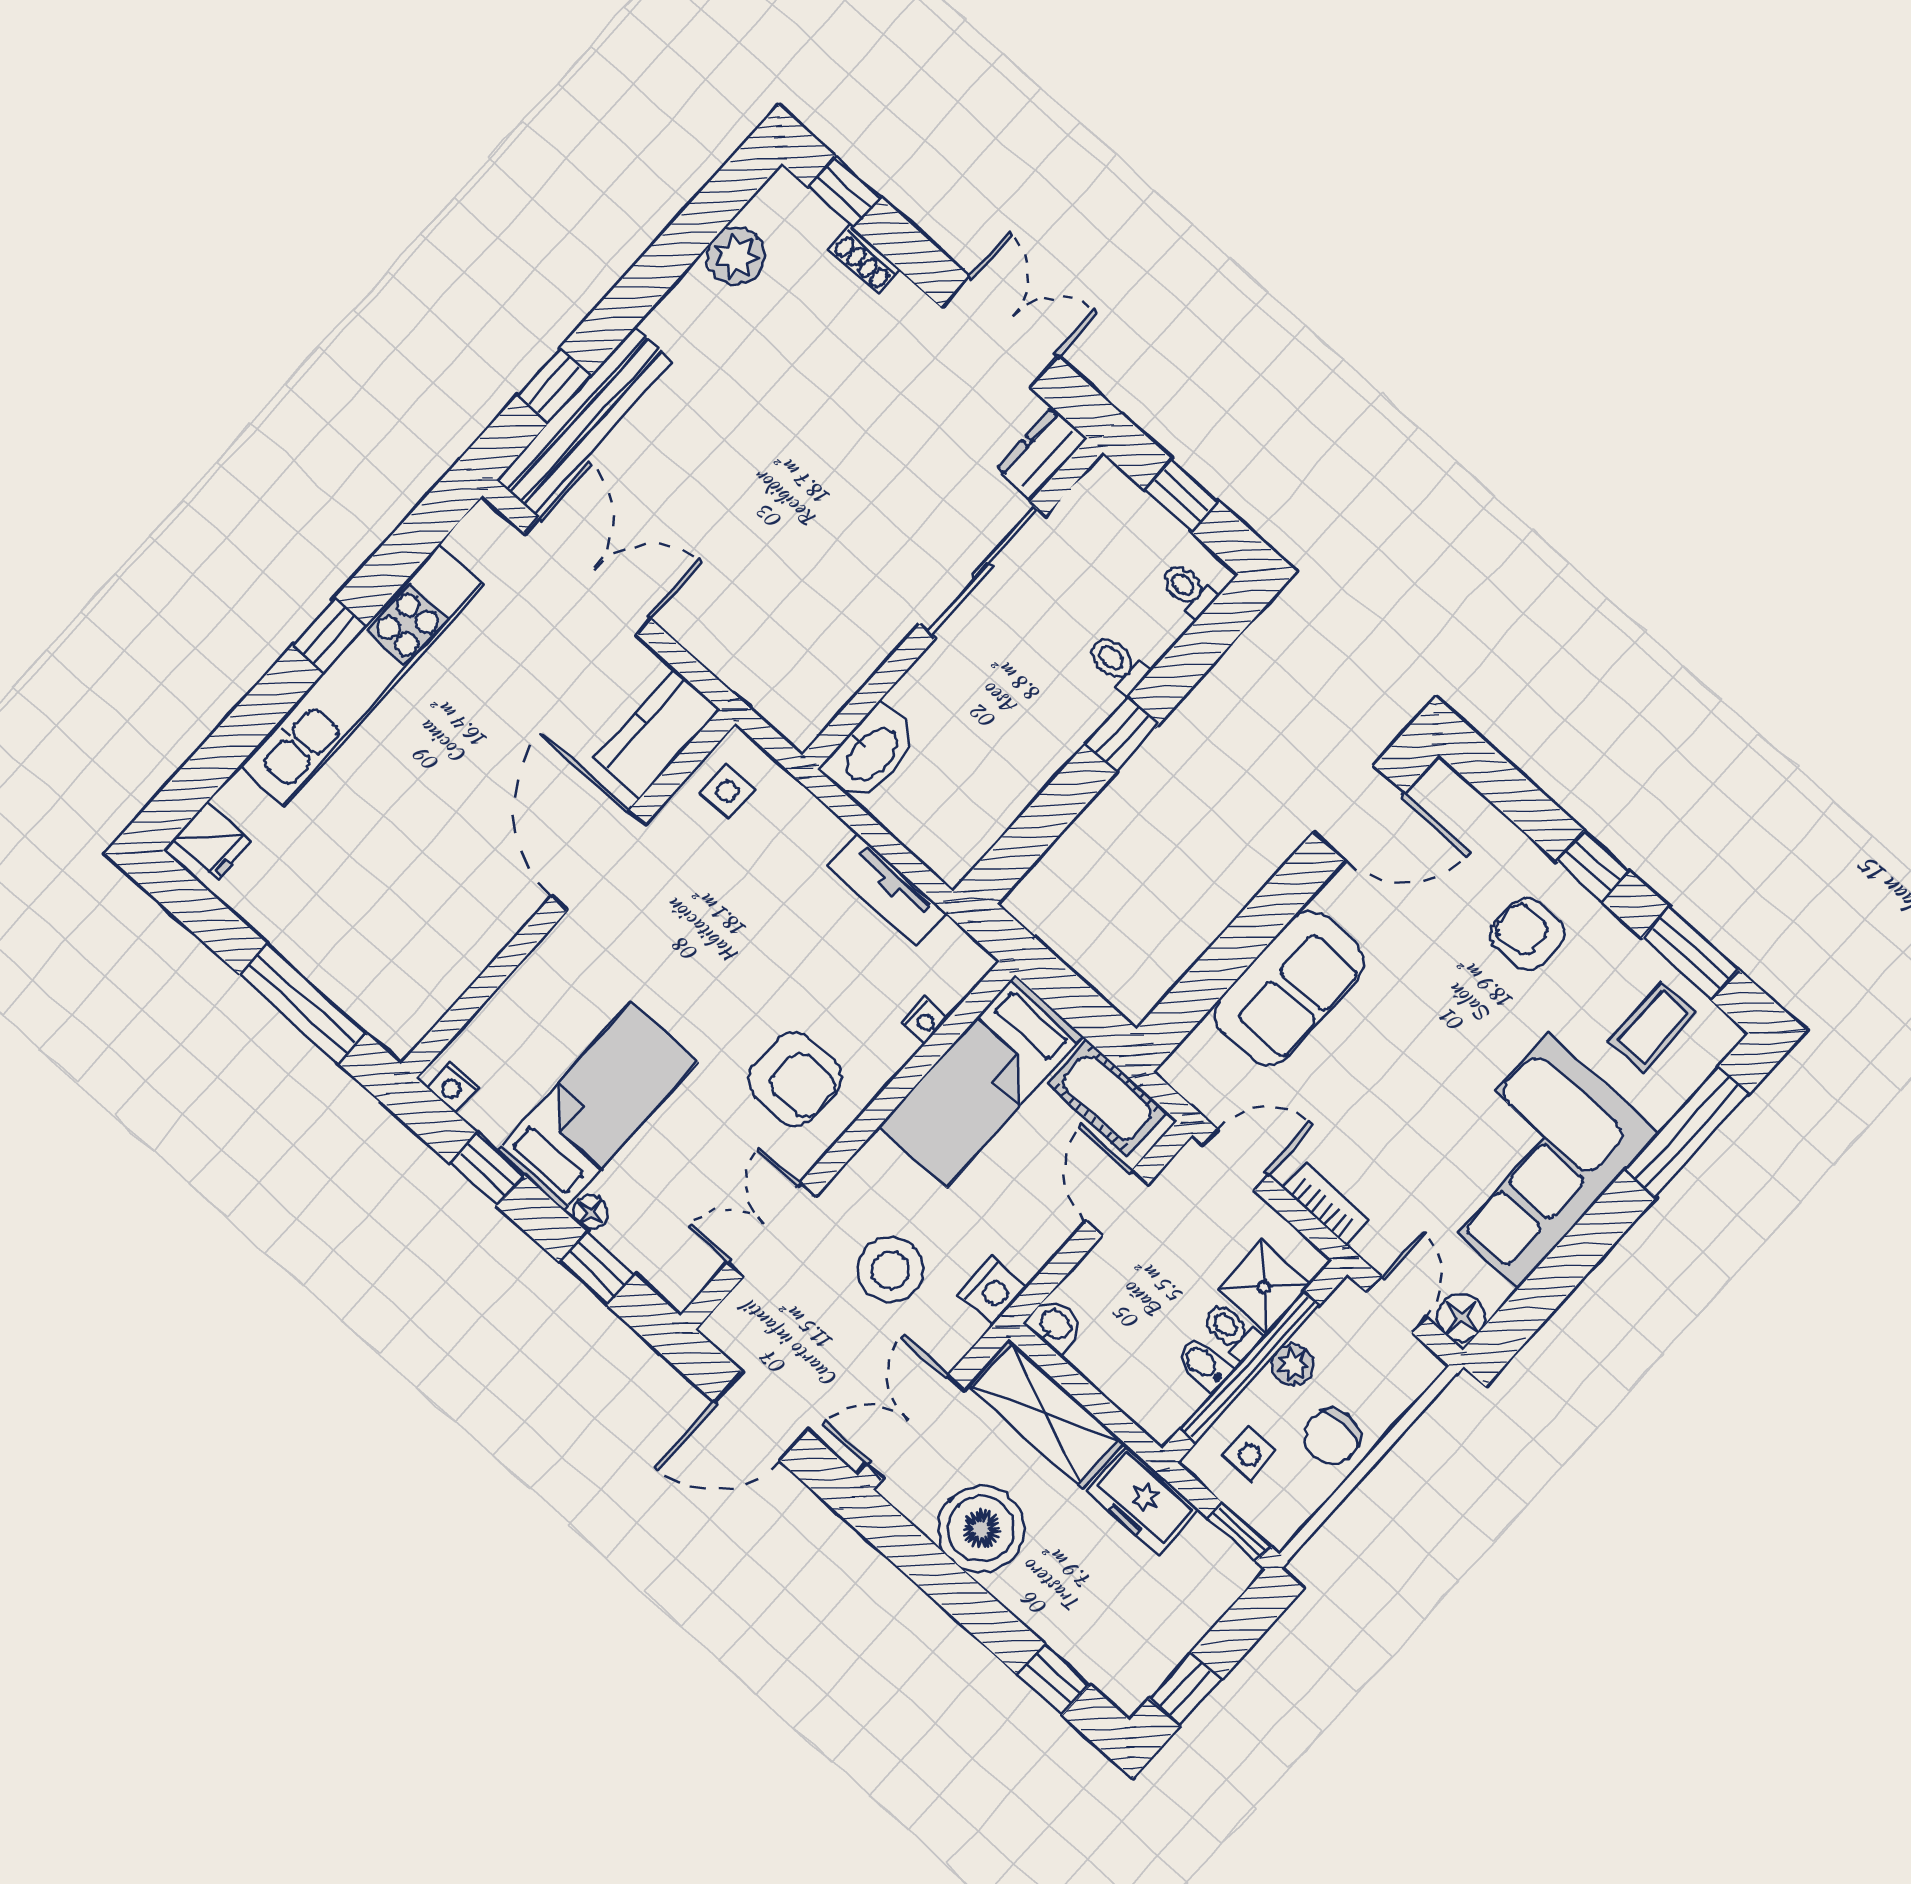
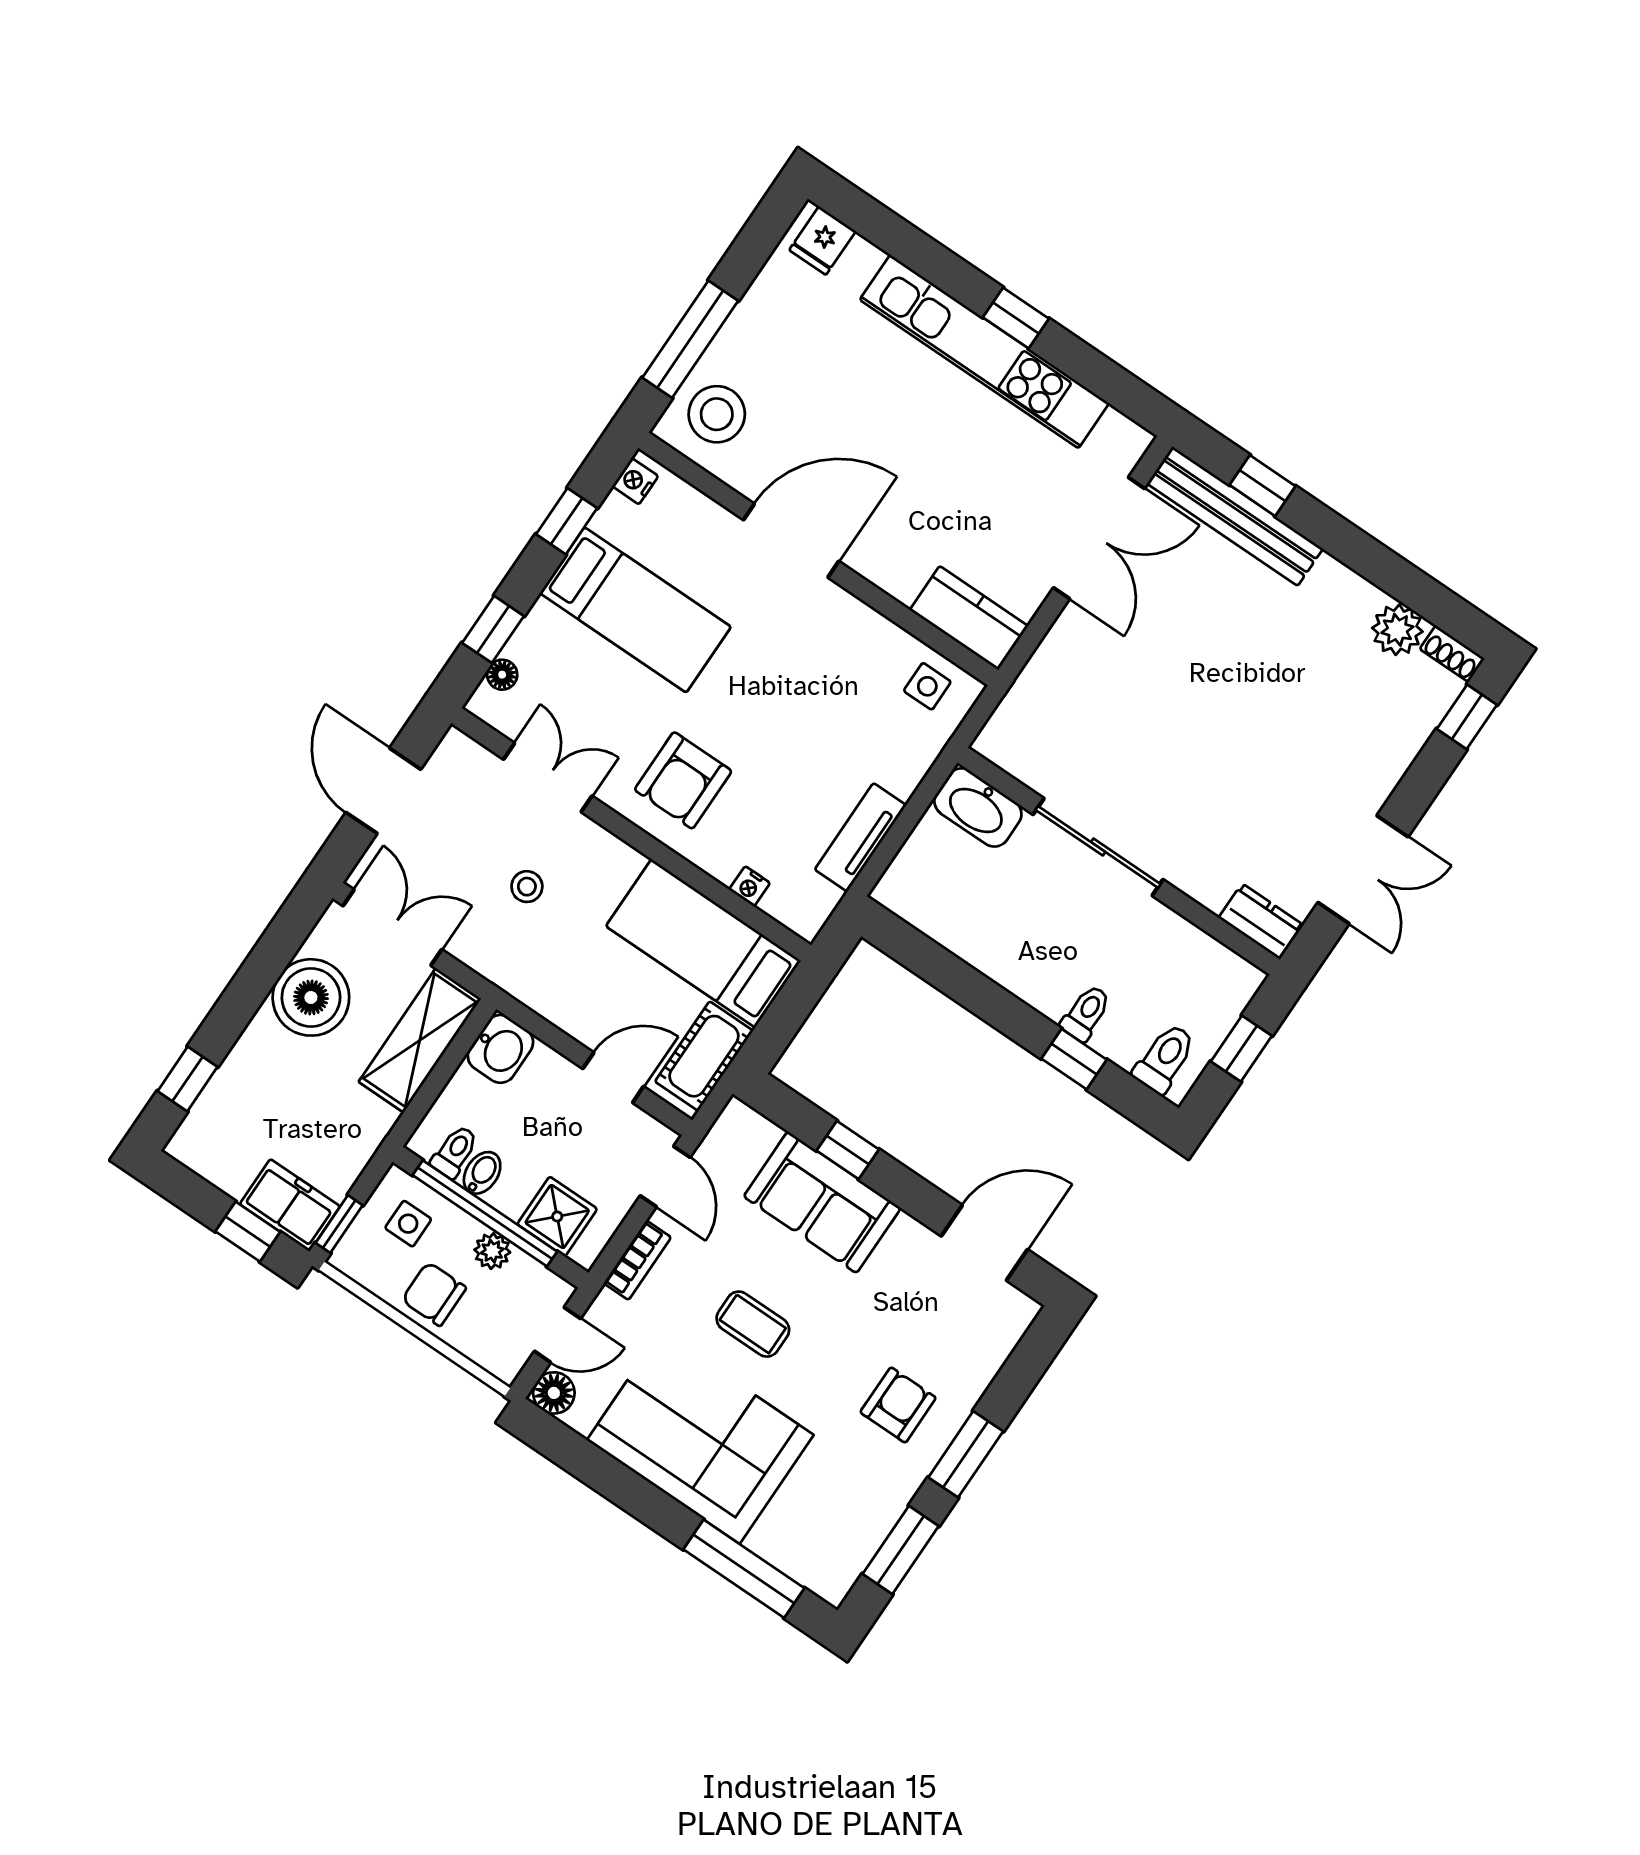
shoe rack: (865, 260) -> (1452, 654), moved, turned -90
sliding door: (982, 570) -> (1098, 847), moved
toilet: (1188, 590) -> (1165, 1058), width x1.37, depth x1.39
window: (1122, 734) -> (1074, 1059), moved
door: (1359, 813) -> (984, 1243), swing flipped
door: (598, 860) -> (791, 541), moved
window: (1593, 866) -> (966, 1454), width x1.50
window: (1234, 951) -> (848, 1150), added
stool: (391, 985) -> (717, 414), added
coffee table: (1653, 1027) -> (753, 1324), moved
floor lamp: (591, 1212) -> (502, 675), moved
stool: (890, 1270) -> (527, 887), width x0.53, depth x0.53
nightstand: (993, 1291) -> (521, 979), removed
washbasin: (1055, 1325) -> (500, 1049), width x1.38, depth x1.45
toilet: (1231, 1330) -> (455, 1152), moved
freezer: (1142, 1500) -> (290, 1205), moved, turned 90
window: (1185, 1689) -> (248, 1232), moved

